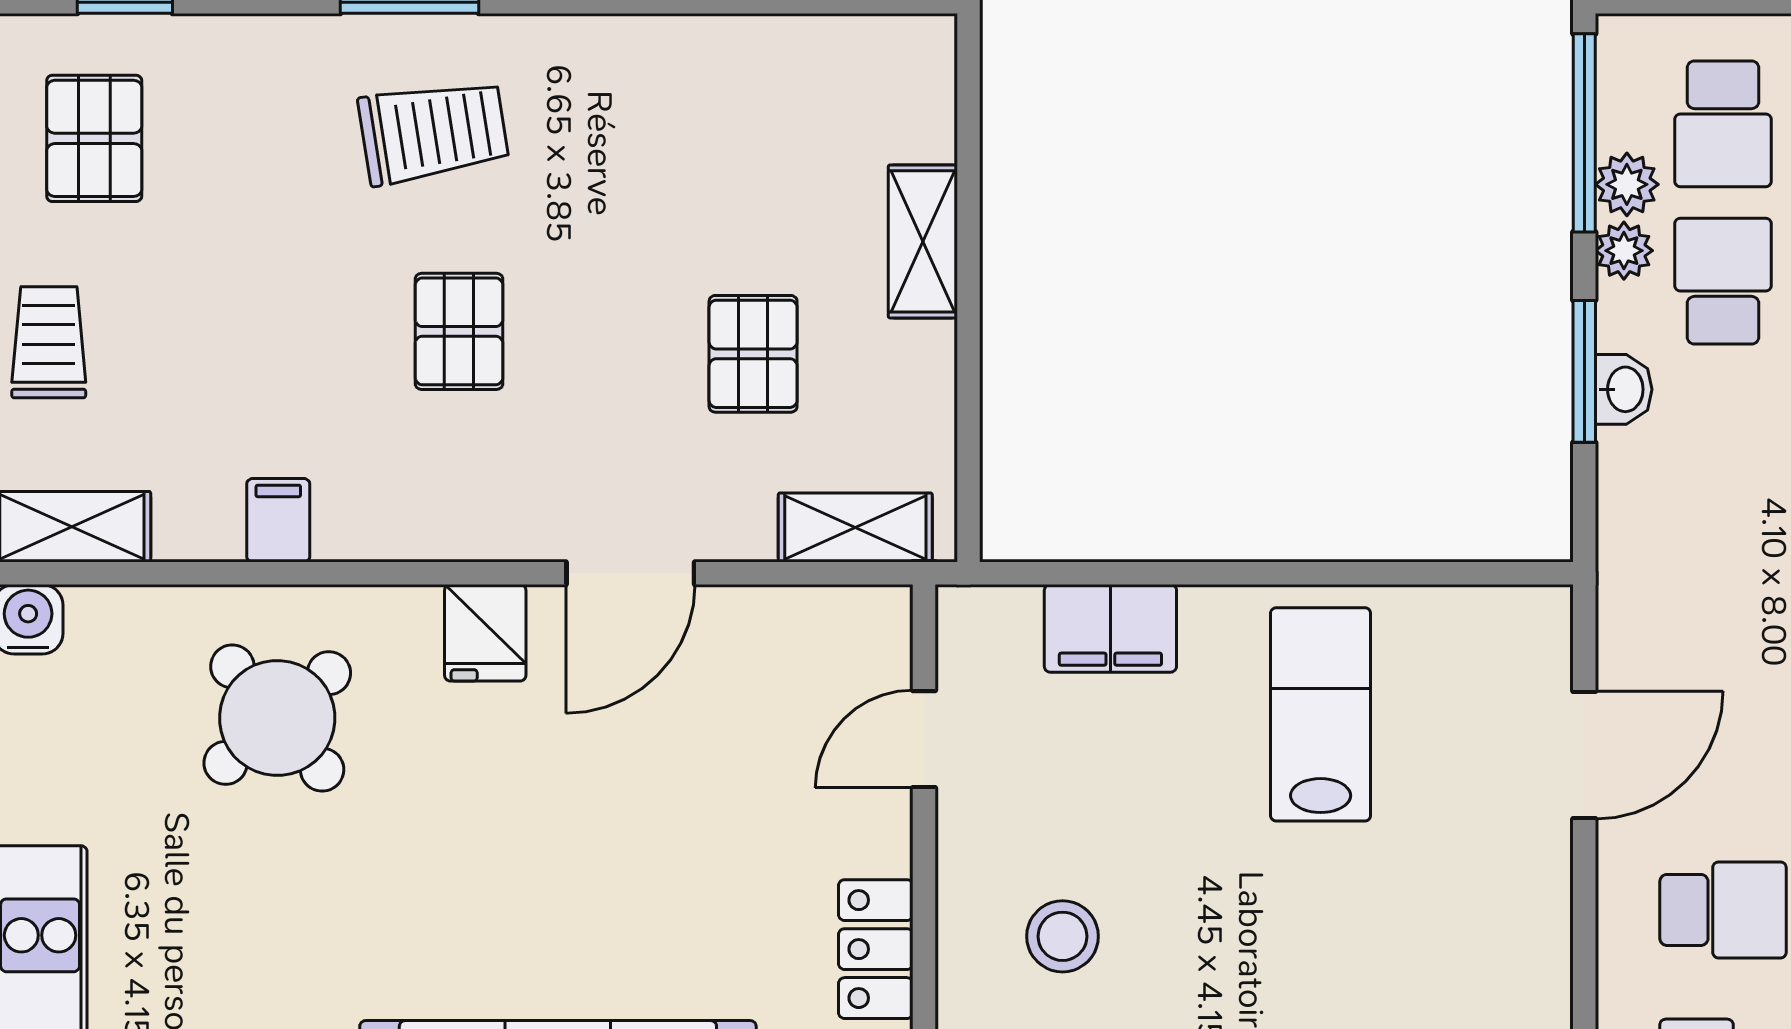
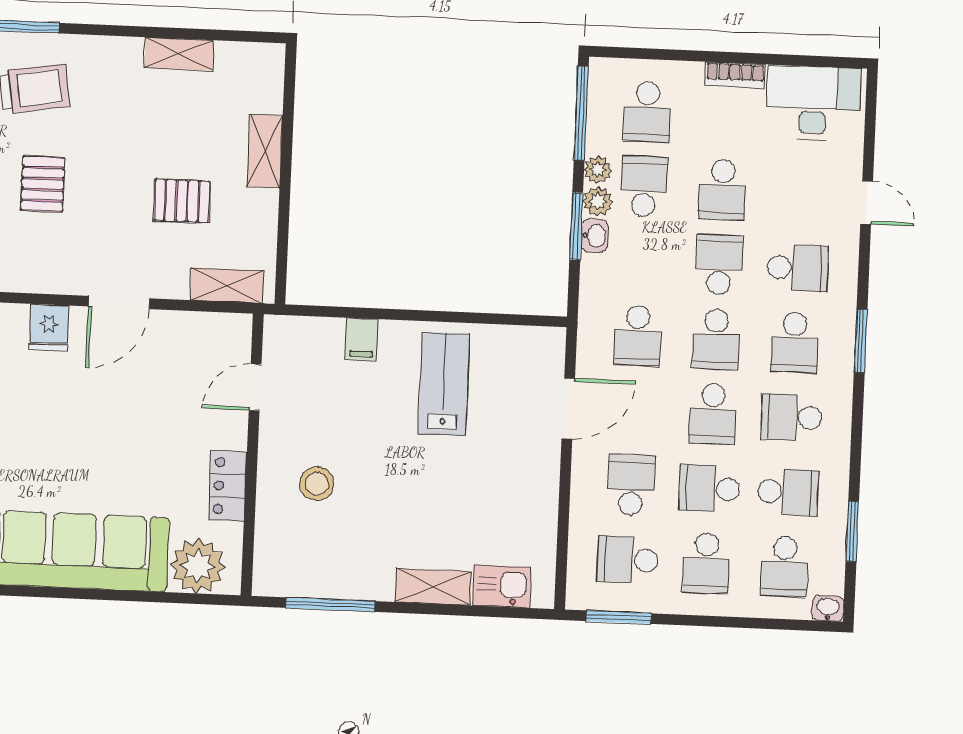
shelving: (734, 46) -> (179, 54), added
plant: (1627, 184) -> (598, 201), moved
pallet: (753, 354) -> (182, 201), turned 90
school desk: (1723, 596) -> (638, 336), added
filing cabinet: (1110, 628) -> (362, 339), width x0.50
school desk: (1723, 910) -> (631, 485), turned -90

